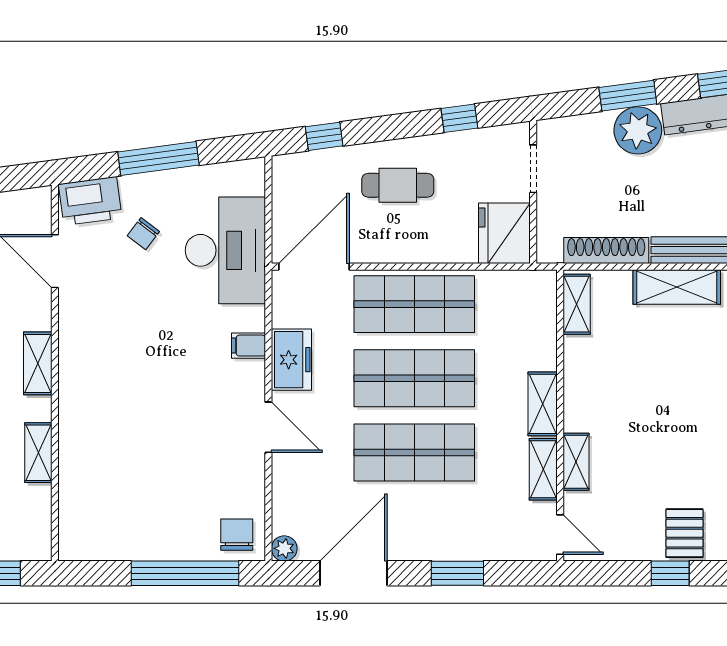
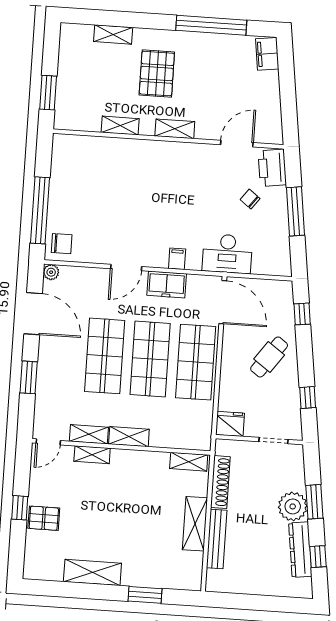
cafe table: (398, 185) -> (269, 357), turned 36
fridge: (504, 233) -> (230, 424), width x0.73, depth x0.75
desk: (225, 250) -> (227, 254), width x0.73, depth x0.77

